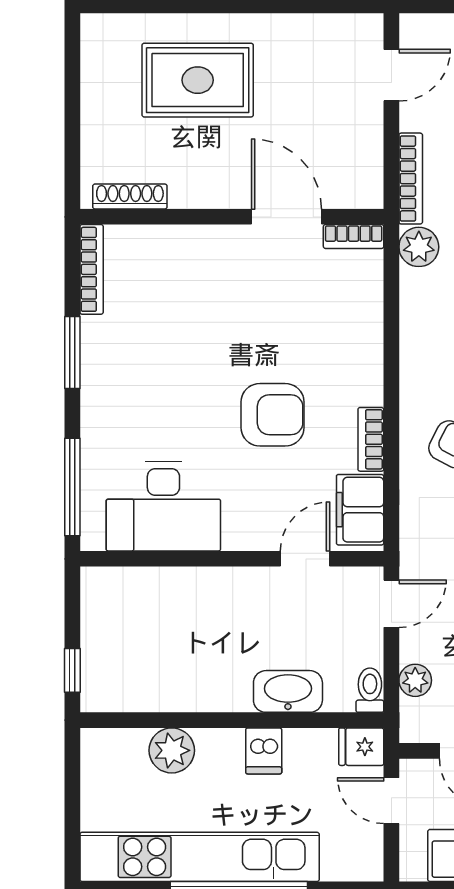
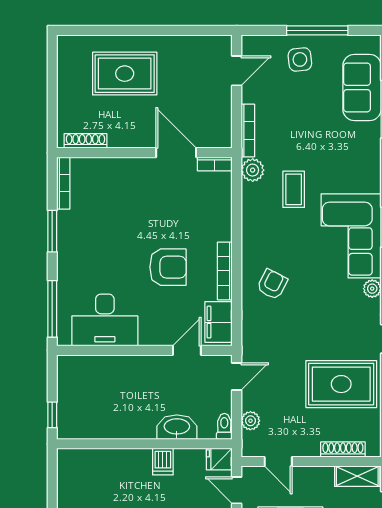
bookcase: (371, 439) -> (225, 271), width x1.56
plant: (172, 750) -> (110, 461), removed

